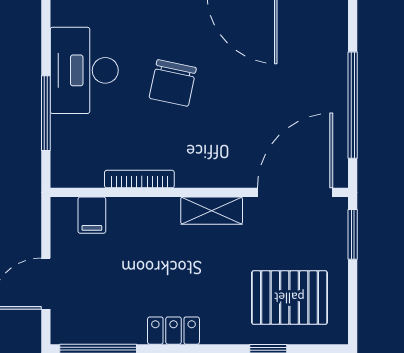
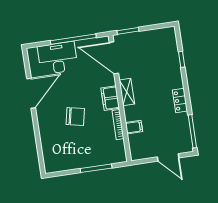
desk: (84, 70) -> (58, 58), moved, turned 180
filing cabinet: (203, 170) -> (110, 98), added
filing cabinet: (92, 215) -> (134, 127), moved
pallet: (289, 298) -> (159, 54), removed

